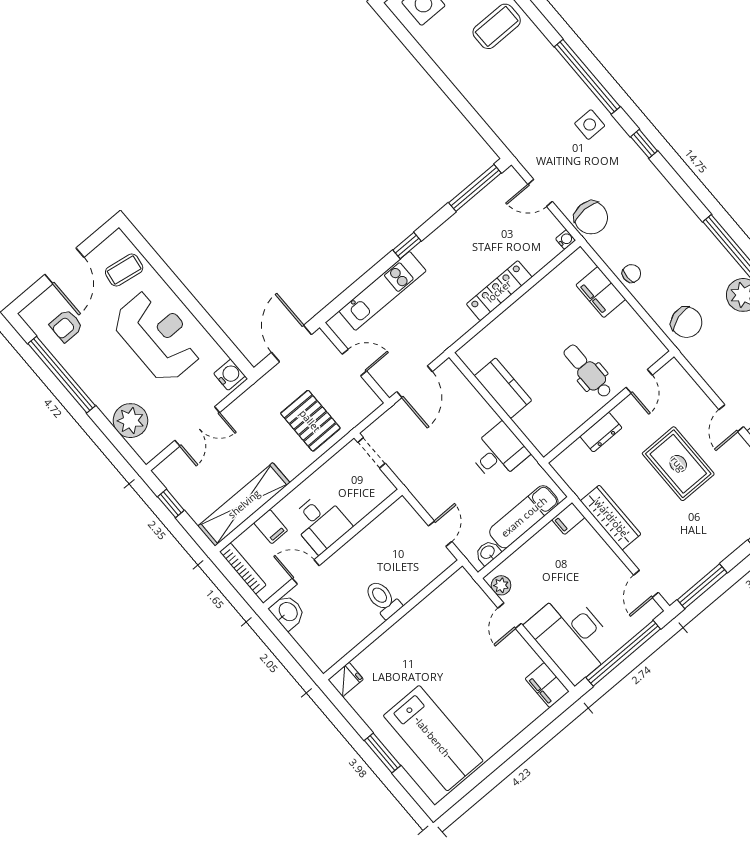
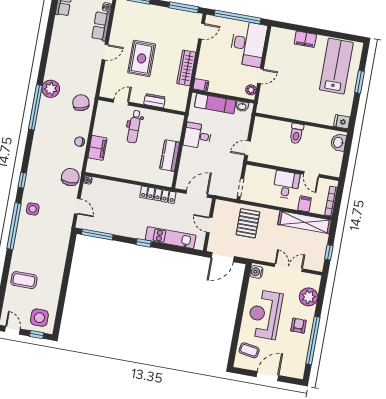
locker: (499, 291) -> (158, 195), moved
armchair: (66, 326) -> (299, 326), moved, turned -90
door: (440, 534) -> (248, 148), moved
washbasin: (288, 612) -> (338, 142), moved
filing cabinet: (547, 685) -> (305, 39), moved, turned 90

